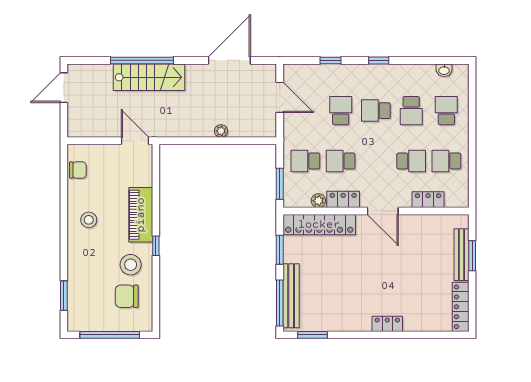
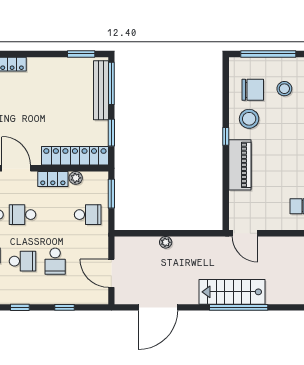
school desk: (341, 161) -> (23, 215), moved, turned 180
stool: (89, 220) -> (284, 89), moved

